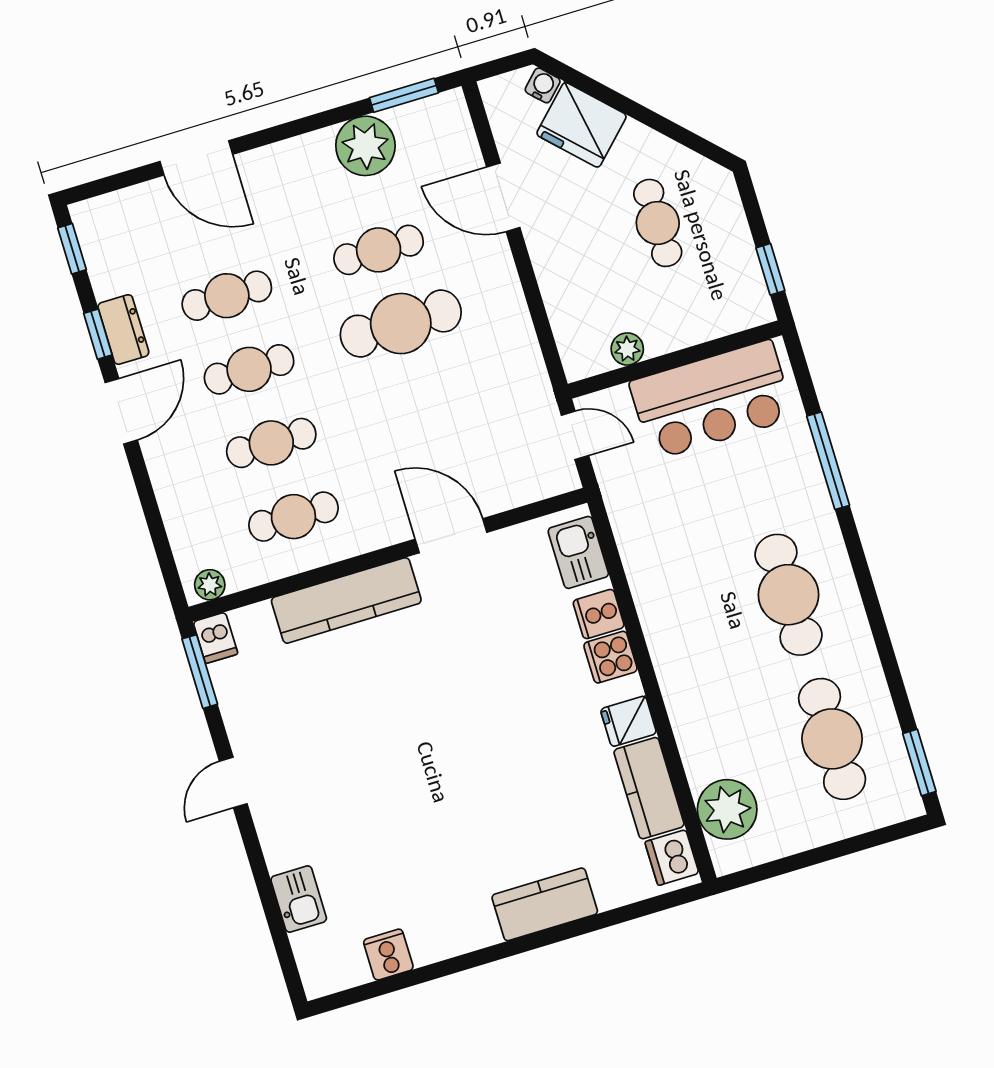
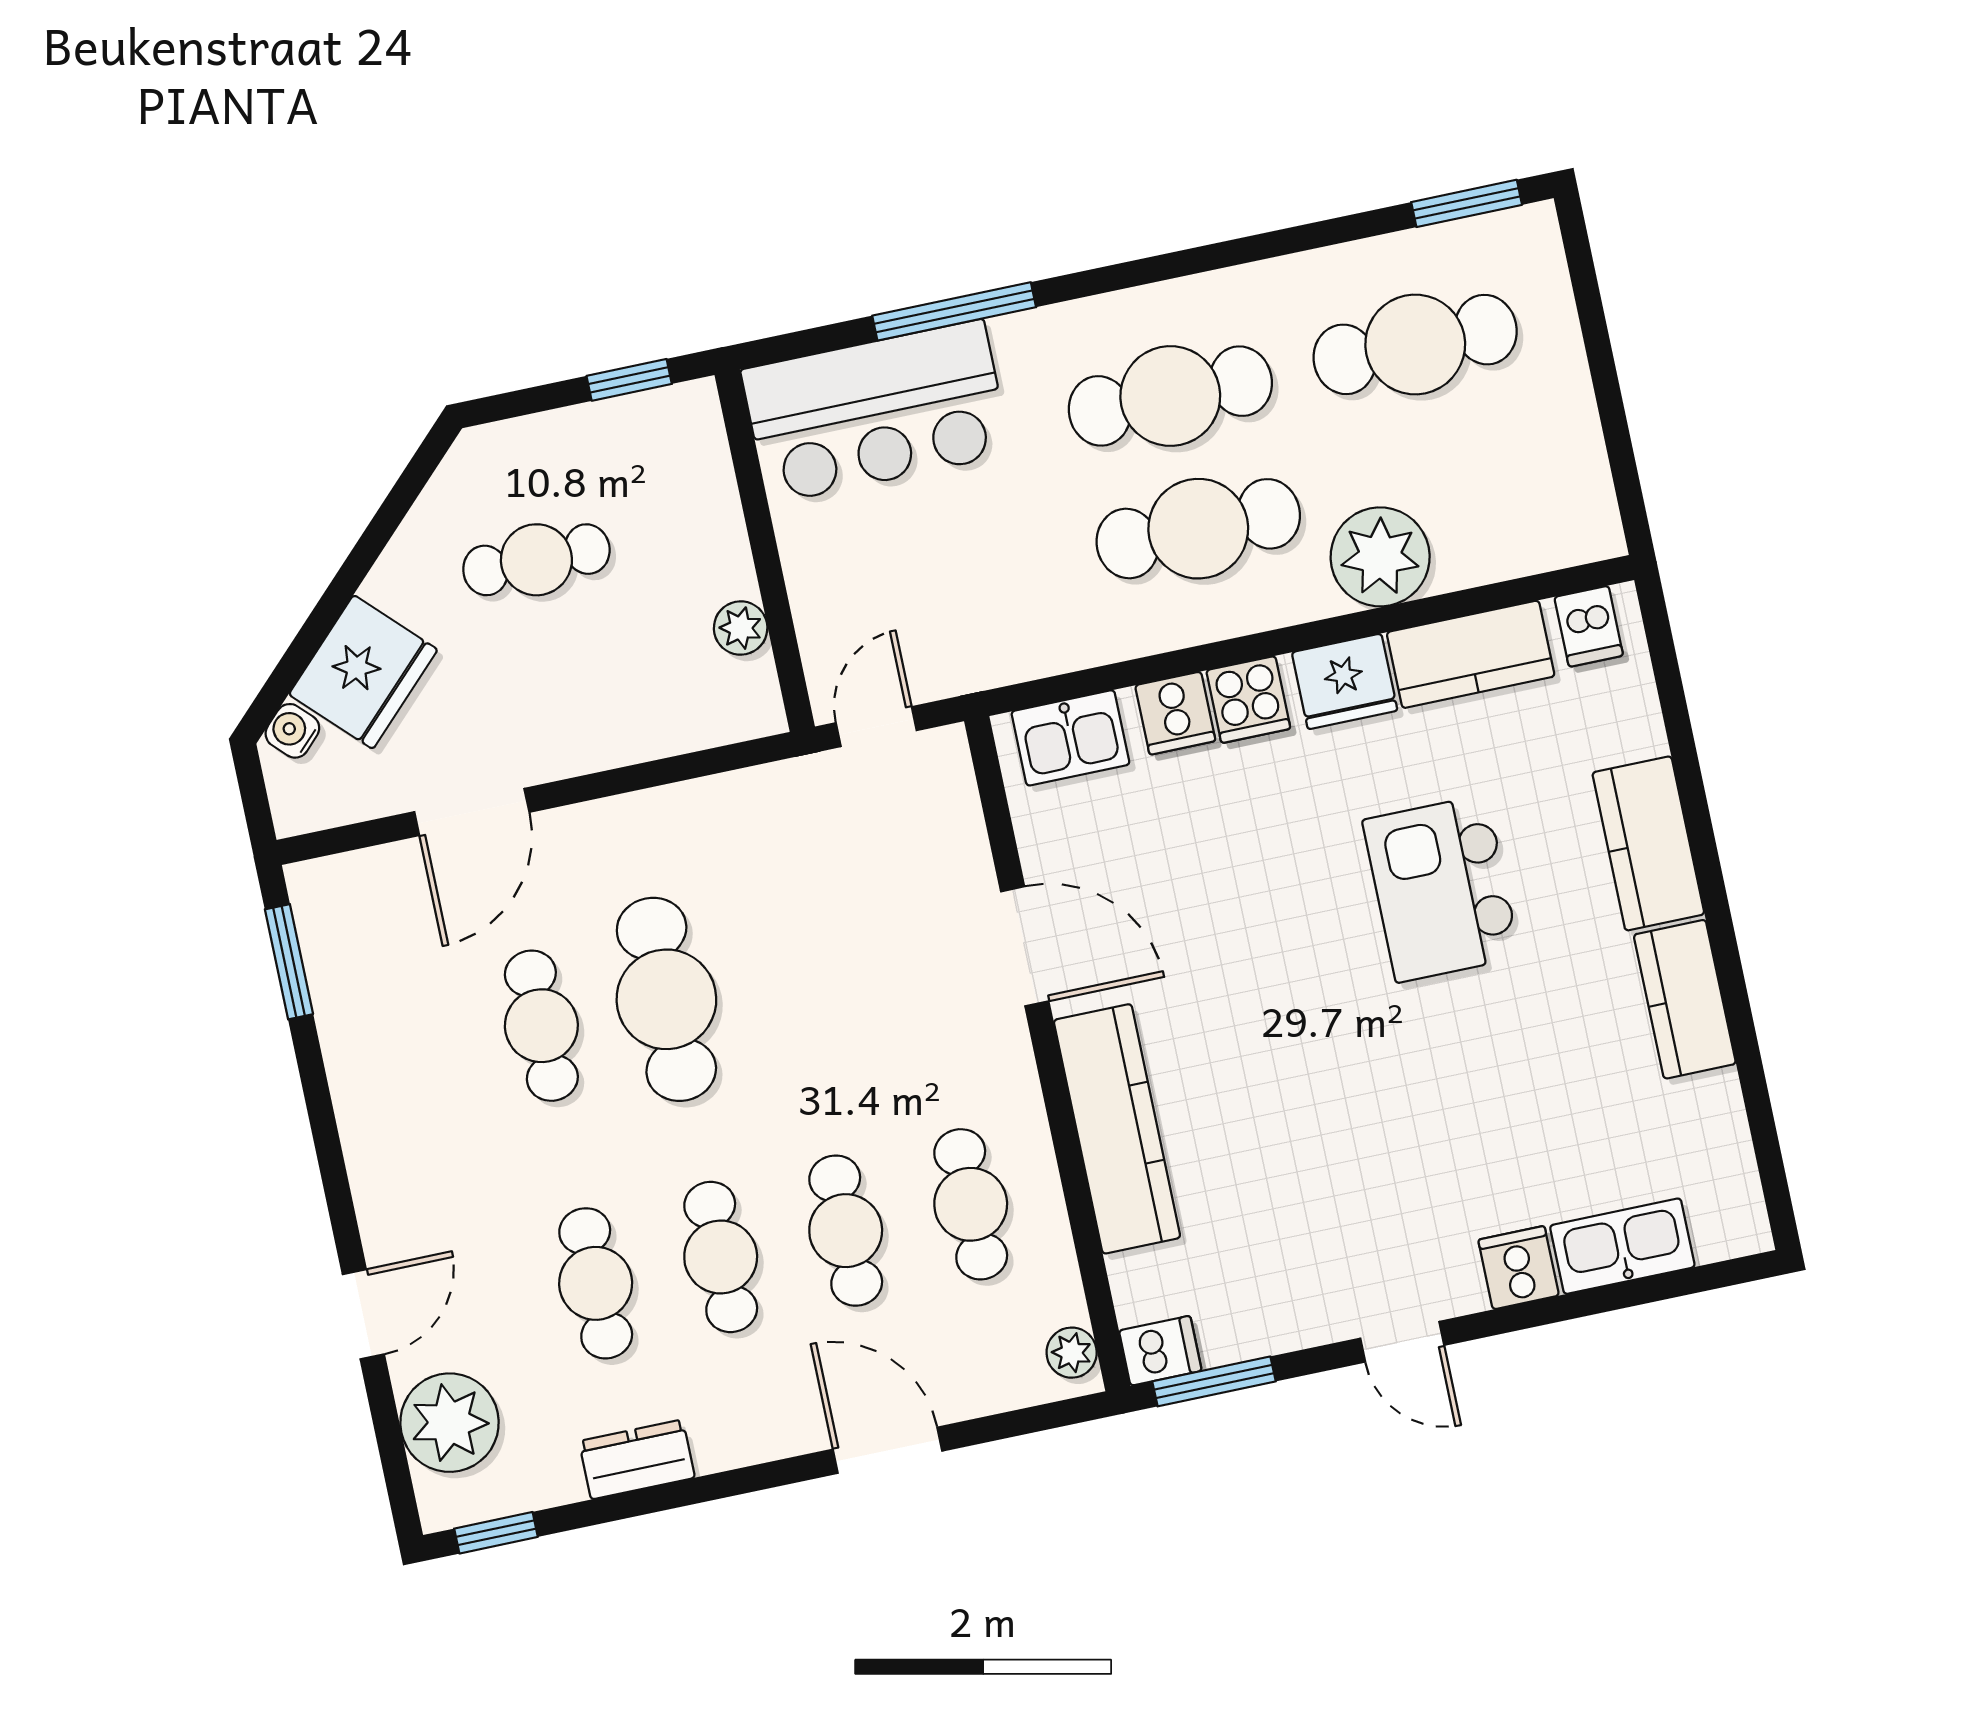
plant: (365, 146) -> (450, 1423), moved
door: (196, 158) -> (363, 1314), width x0.73
window: (98, 334) -> (641, 1502), removed
bar counter: (712, 400) -> (876, 412), moved, turned 90
door: (121, 411) -> (888, 1450), moved
door: (451, 536) -> (1025, 946), swing flipped
cafe table: (710, 618) -> (1198, 529), added
fridge: (628, 721) -> (1345, 681), width x1.38
kitchen island: (507, 783) -> (1441, 889), added
plant: (727, 809) -> (1380, 557), moved
dishwasher: (672, 857) -> (1589, 626), width x0.73
kitchen sink: (299, 899) -> (1622, 1246), width x1.38
kitchen counter: (453, 934) -> (1685, 999), added
cooker: (388, 955) -> (1519, 1268), moved, turned 90

